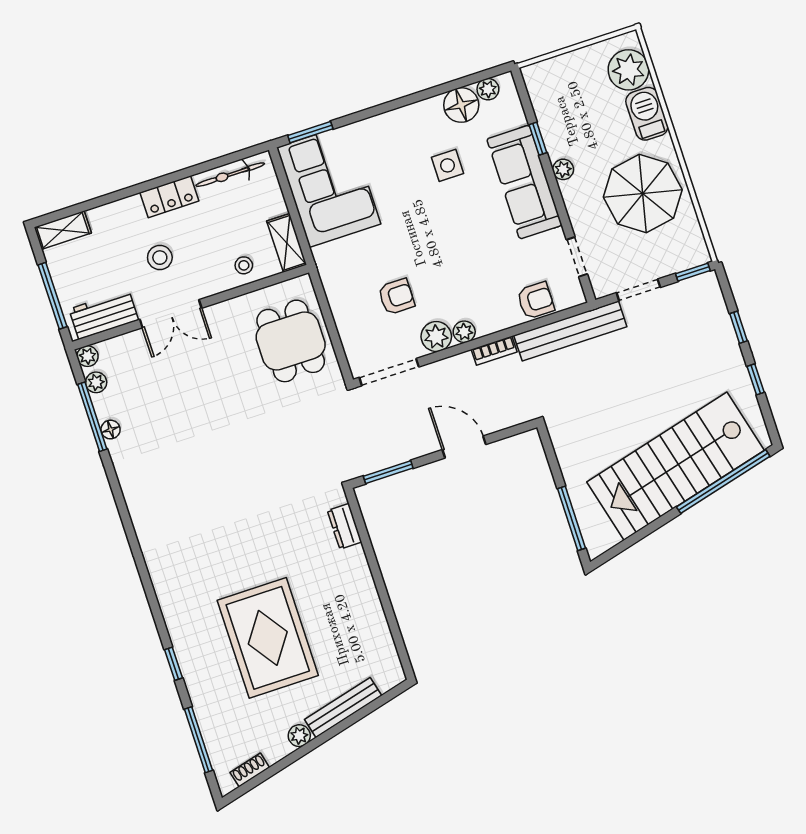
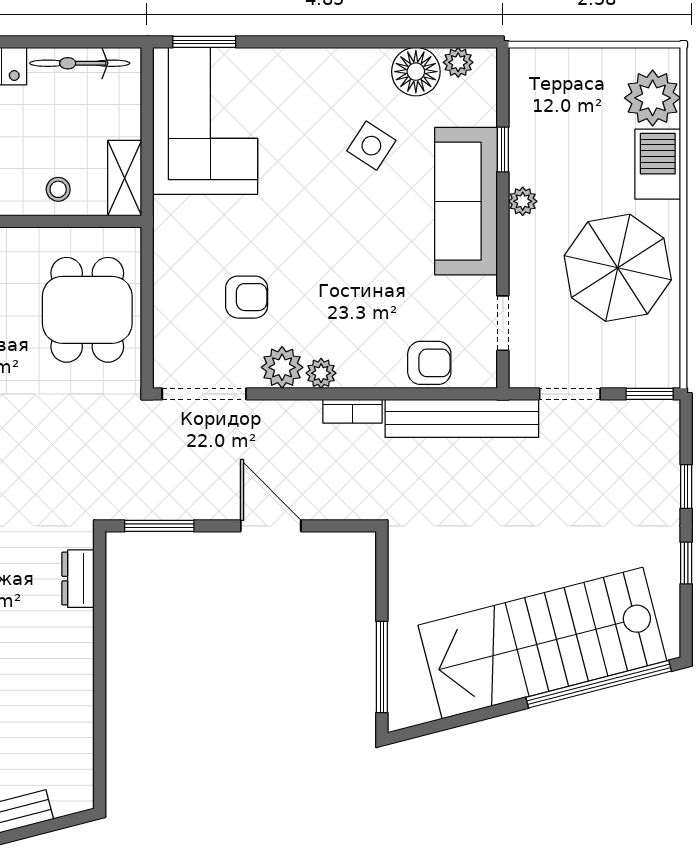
side table: (447, 165) -> (371, 146), turned 33

